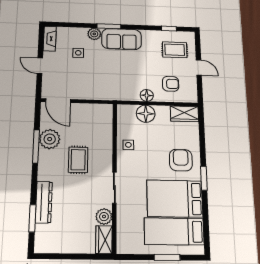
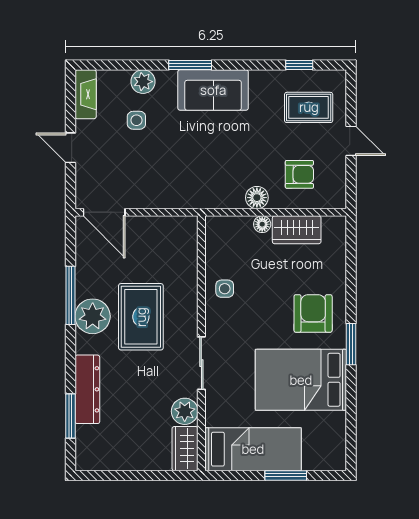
plant: (94, 34) -> (143, 82), moved
floor lamp: (146, 114) -> (262, 224), width x0.53, depth x0.53
wardrobe: (184, 114) -> (297, 230), moved
plant: (50, 139) -> (93, 316), moved
rug: (78, 160) -> (141, 317), width x1.36, depth x1.43
bed: (174, 231) -> (253, 449), moved, turned 180

